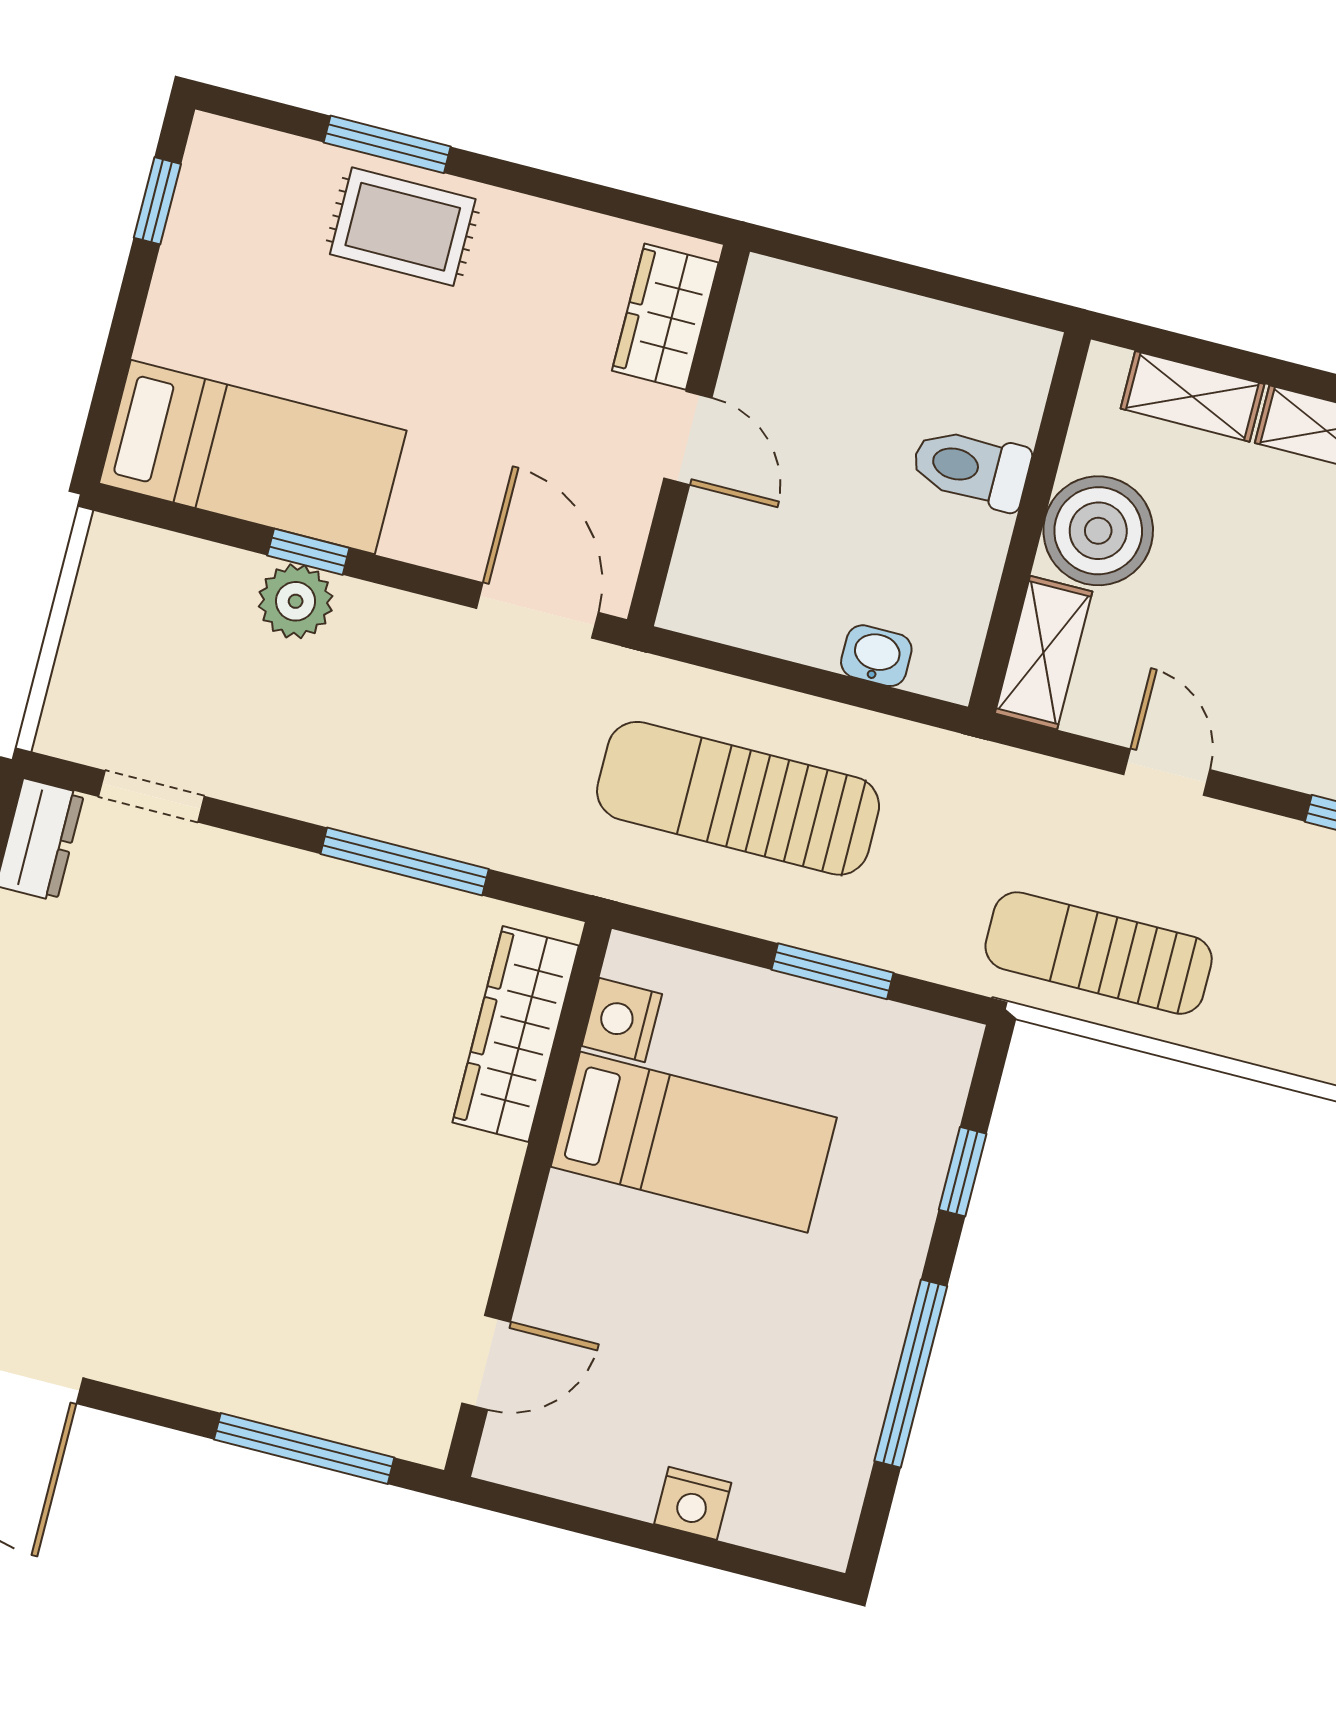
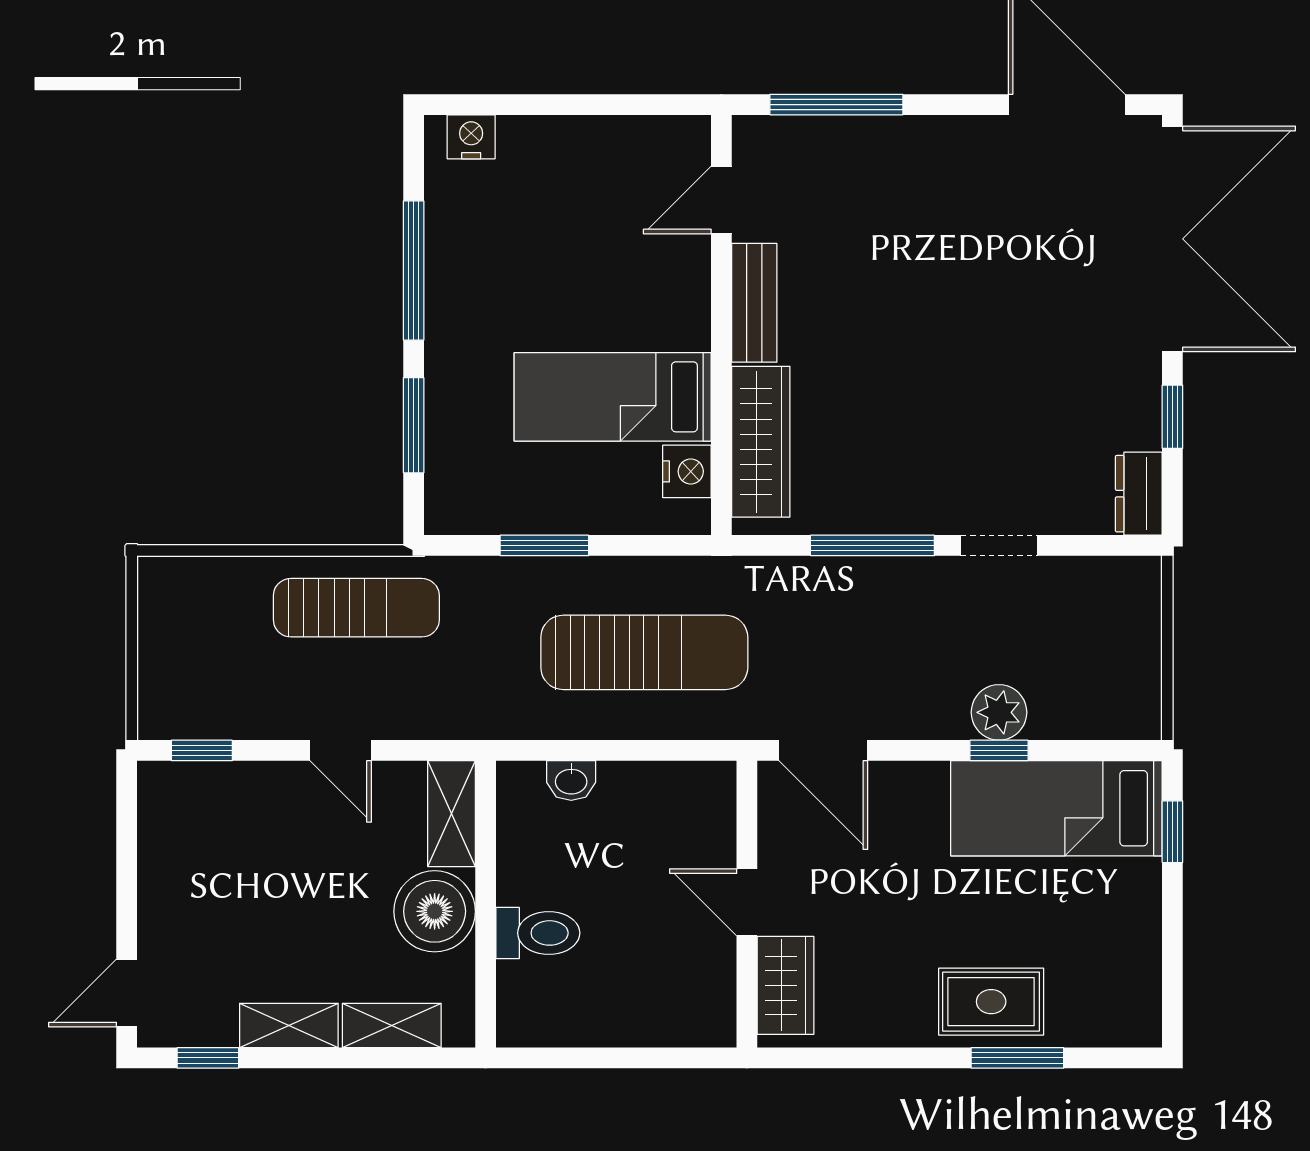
window: (157, 201) -> (1172, 832), moved
doorway: (151, 796) -> (999, 545), moved
window: (963, 1172) -> (414, 425), width x1.50
bench: (478, 1217) -> (754, 303), added
nightstand: (693, 1503) -> (471, 137), moved

